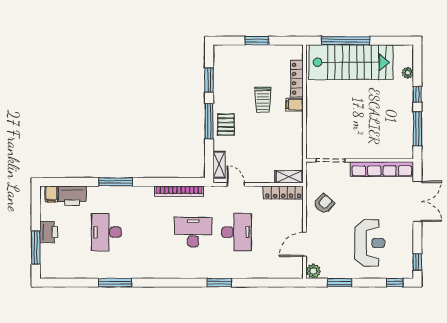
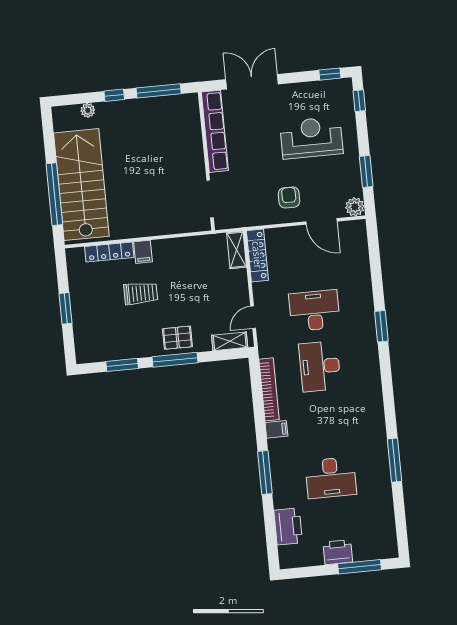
filing cabinet: (51, 194) -> (276, 429), moved
armchair: (324, 204) -> (289, 197), moved, turned 47

